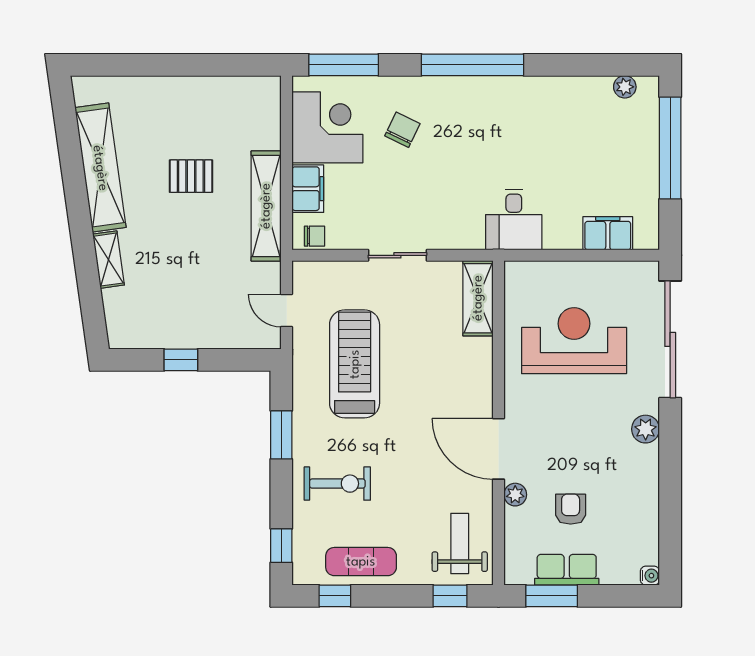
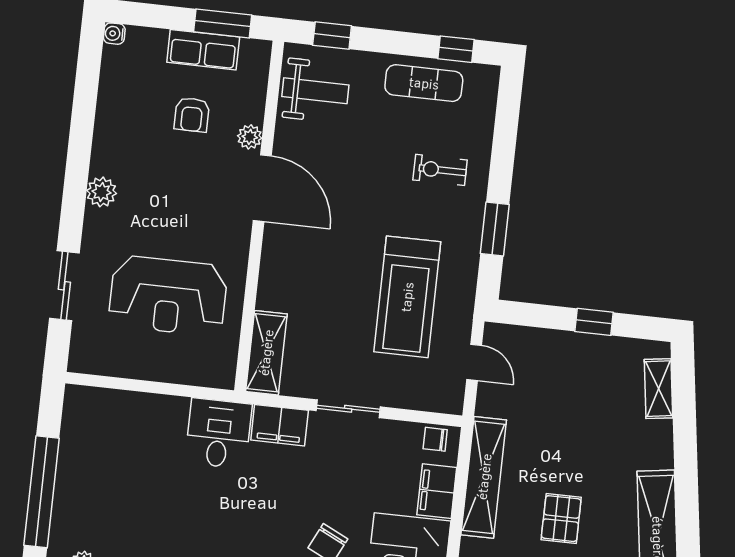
pallet: (191, 176) -> (561, 519), turned 90
filing cabinet: (608, 233) -> (280, 425), moved
shelving: (108, 260) -> (658, 389), moved
sliding door: (670, 339) -> (64, 286), width x0.54
exercise bike: (337, 484) -> (440, 170), width x0.73, depth x0.72
weight bench: (460, 543) -> (315, 91), turned -90
window: (281, 546) -> (508, 110), removed

